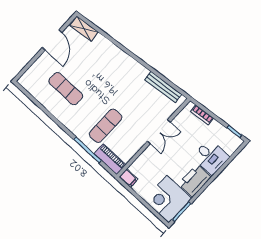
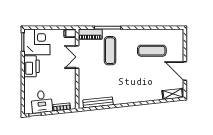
double door: (159, 132) -> (77, 57), moved
desk: (211, 157) -> (42, 102), moved, turned -96

